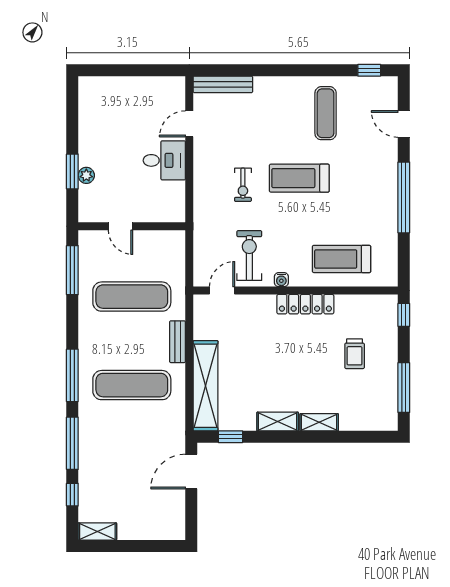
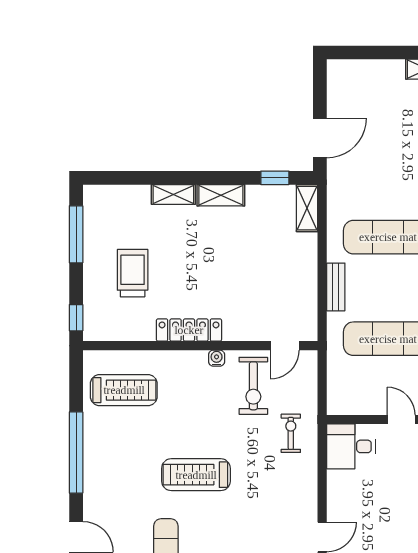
desk: (164, 160) -> (351, 446), moved
treadmill: (299, 178) -> (196, 475), turned 180
exercise bike: (243, 185) -> (291, 433), moved
treadmill: (342, 259) -> (124, 390), moved
trolley: (355, 354) -> (133, 273), width x1.36, depth x1.39
shelving: (206, 386) -> (307, 208), width x0.45, depth x0.75

